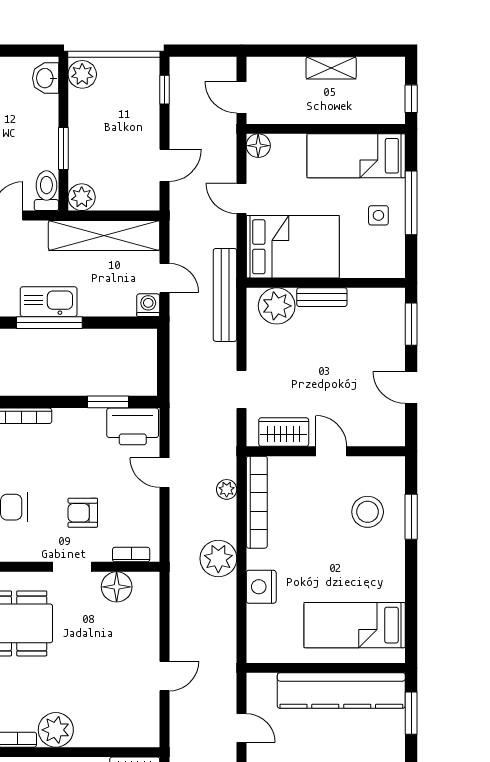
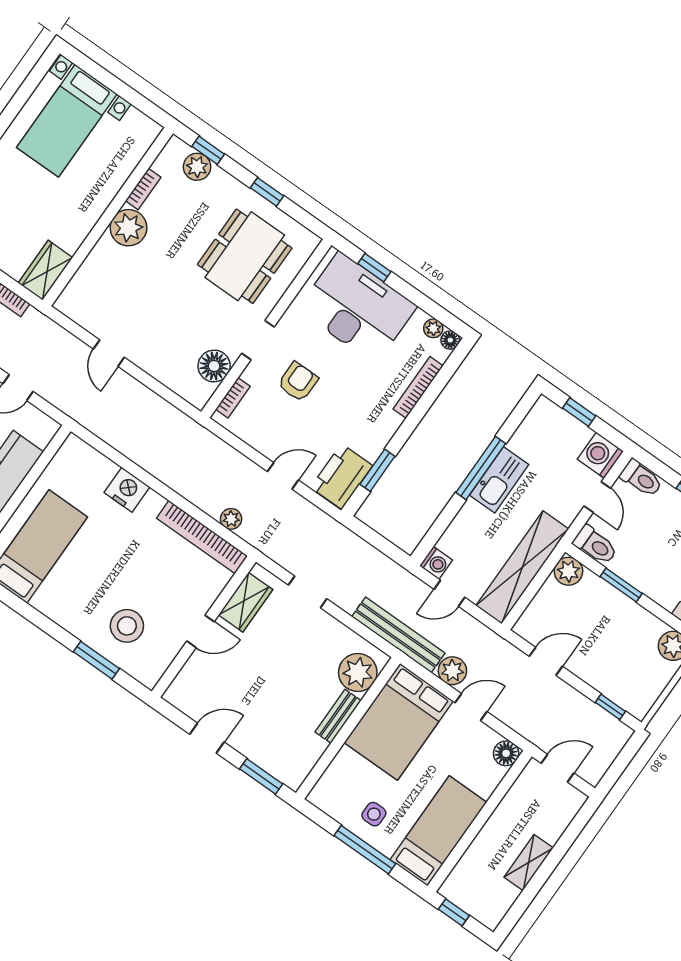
door: (164, 165) -> (546, 661), swing flipped
plant: (218, 559) -> (452, 671), moved, width x0.73, depth x0.73

